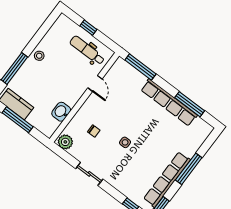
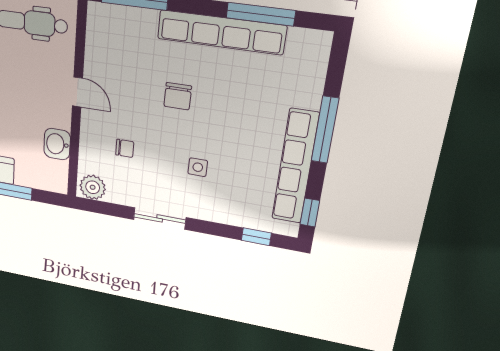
door: (95, 83) -> (77, 92), moved
chair: (134, 120) -> (178, 96), added
side table: (125, 142) -> (198, 167), moved

